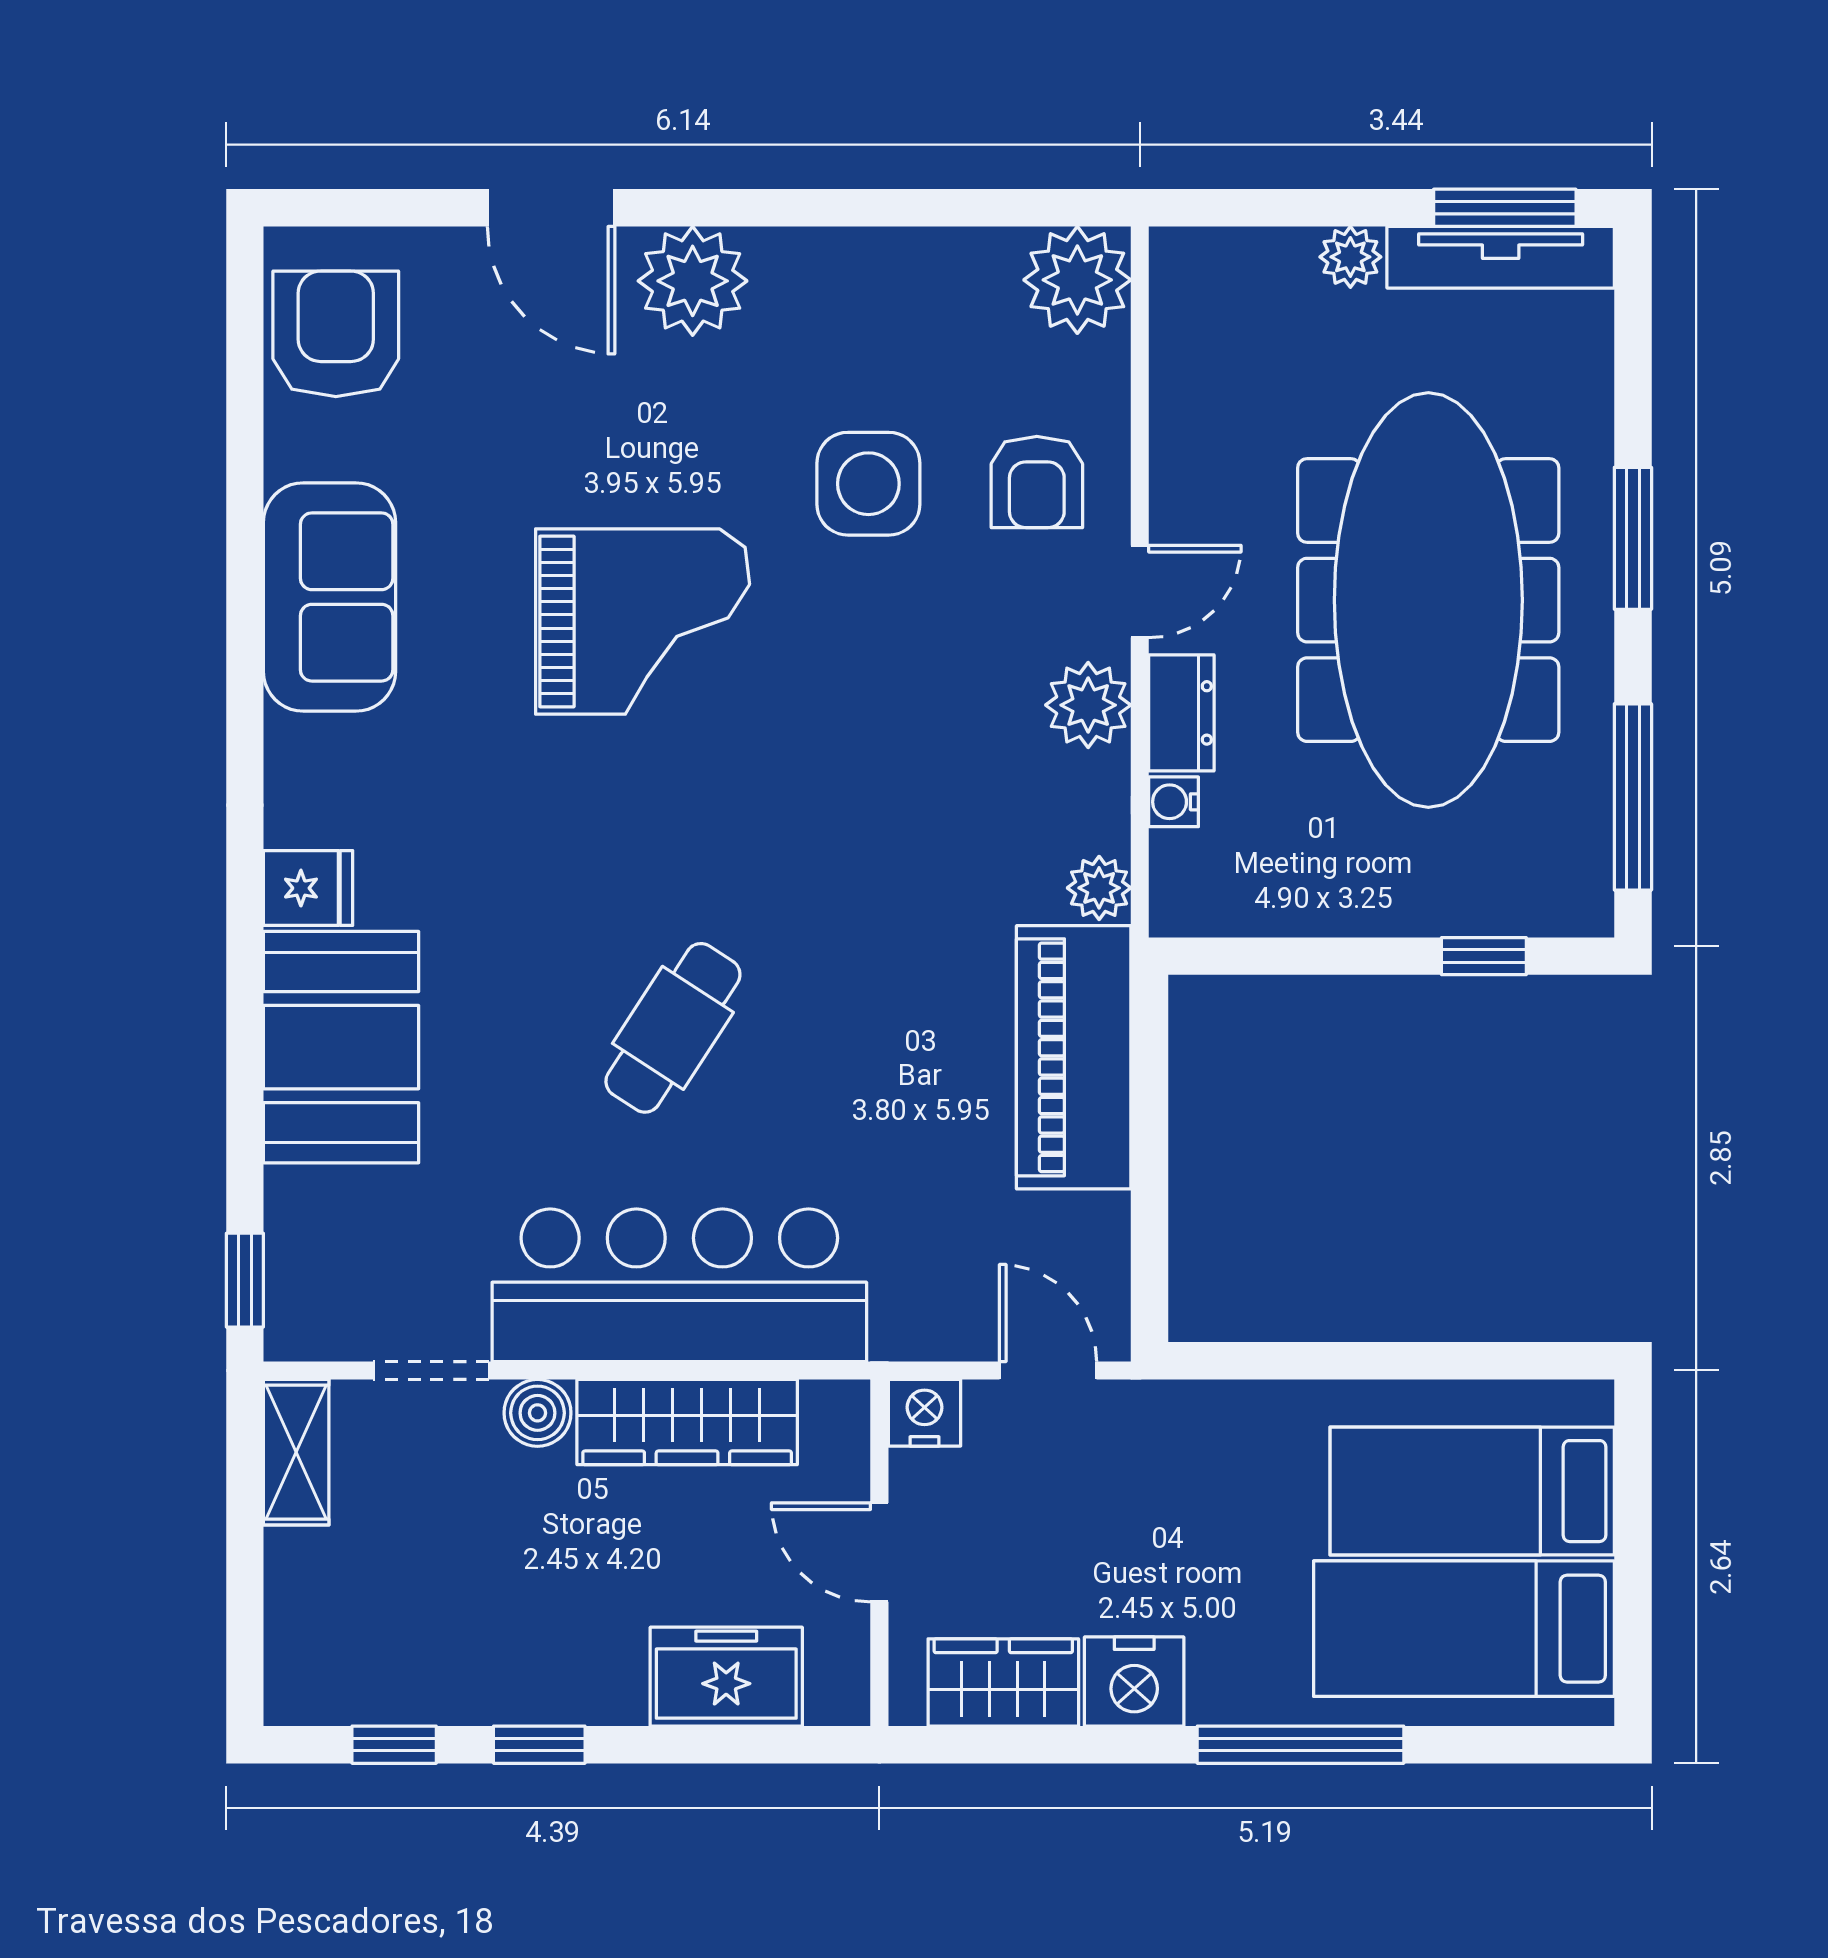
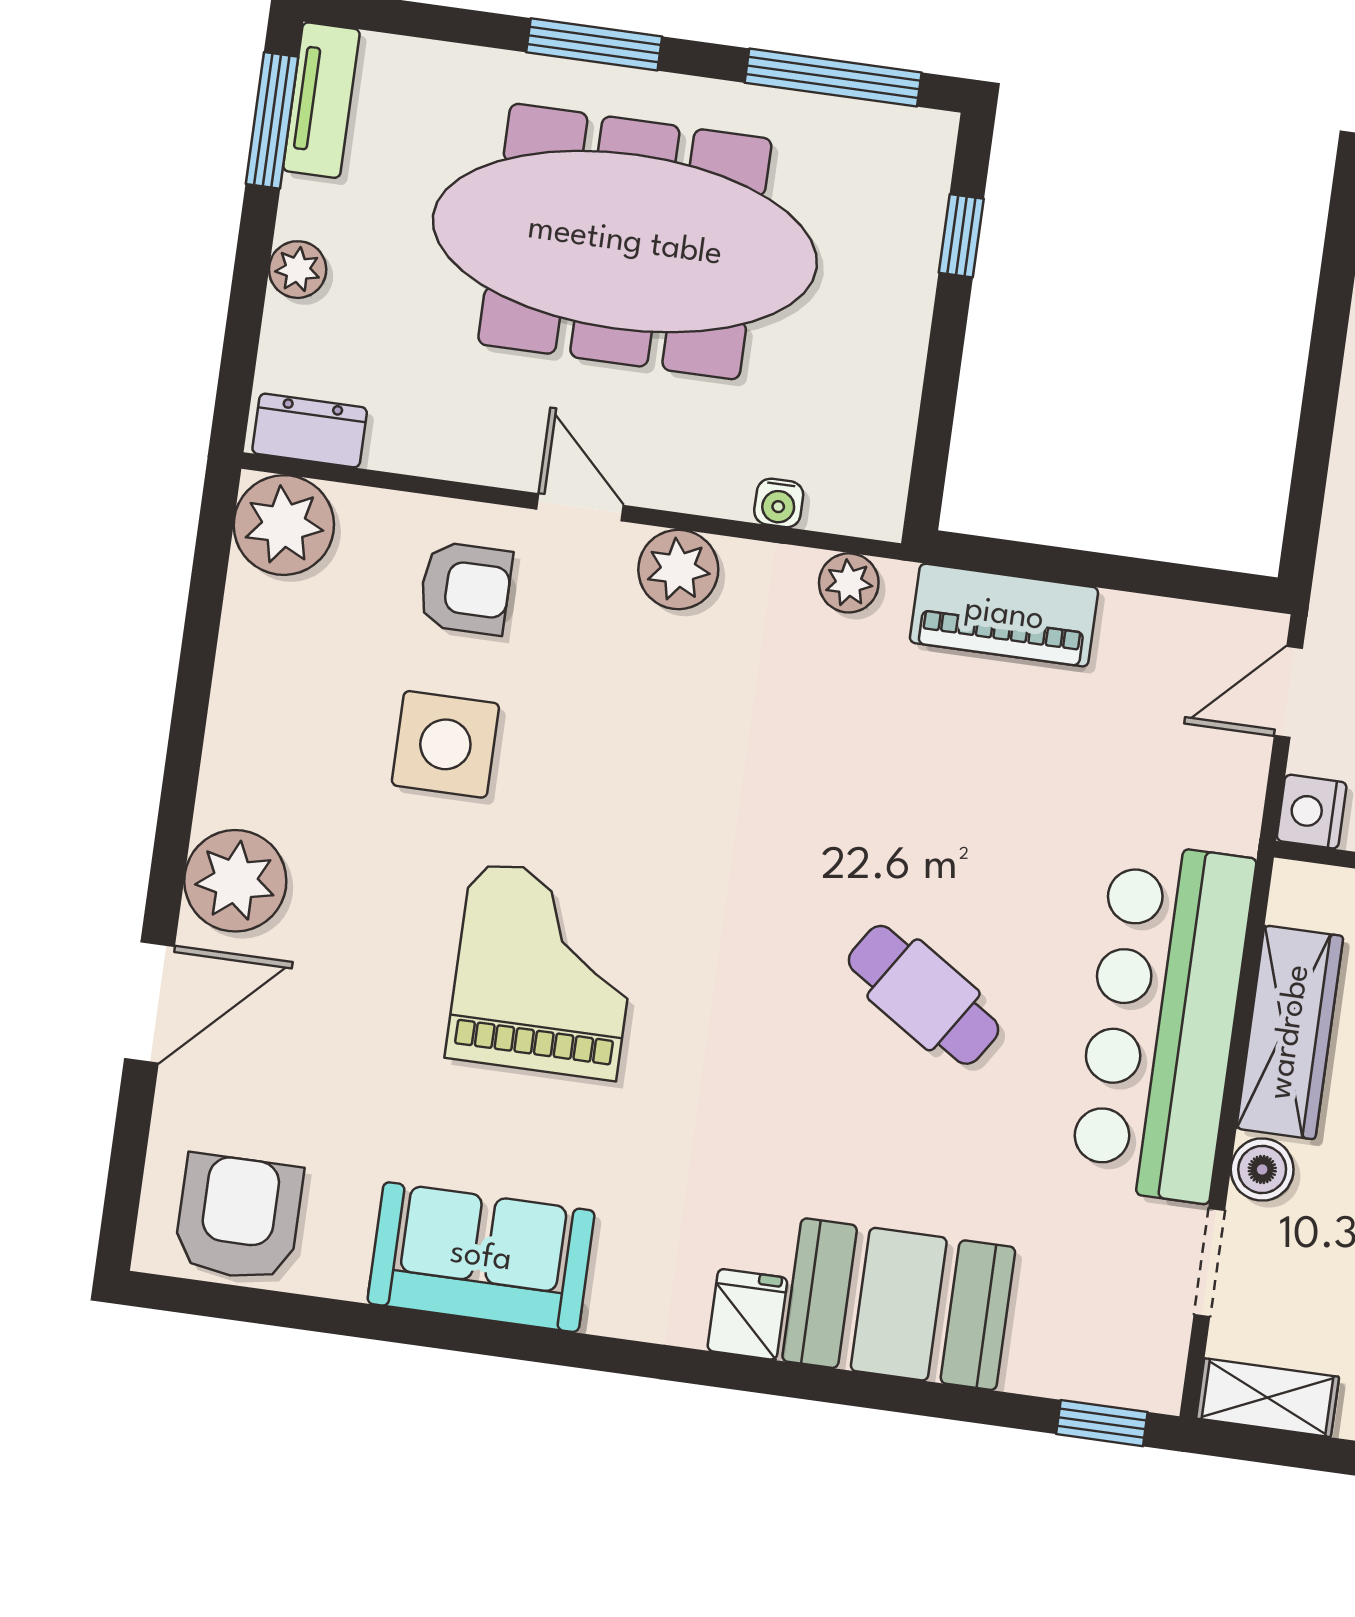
tv unit: (1501, 257) -> (321, 100), width x0.71
armchair: (336, 334) -> (239, 1218), turned 90
dresser: (1181, 713) -> (310, 431), moved
piano: (1074, 1057) -> (1004, 615), width x0.73, depth x0.75

